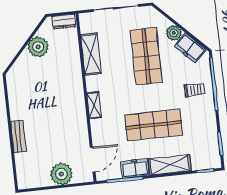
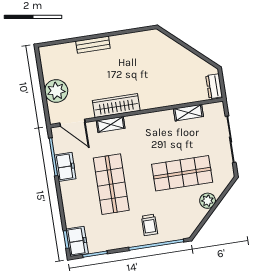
plant: (38, 47) -> (187, 61), removed
freezer: (190, 48) -> (77, 241), moved, turned 135
shelving: (91, 54) -> (188, 113), width x0.67, depth x0.75
shelving: (94, 105) -> (111, 124), moved
wardrobe: (78, 117) -> (116, 106), added
shelving: (170, 165) -> (71, 203), removed

